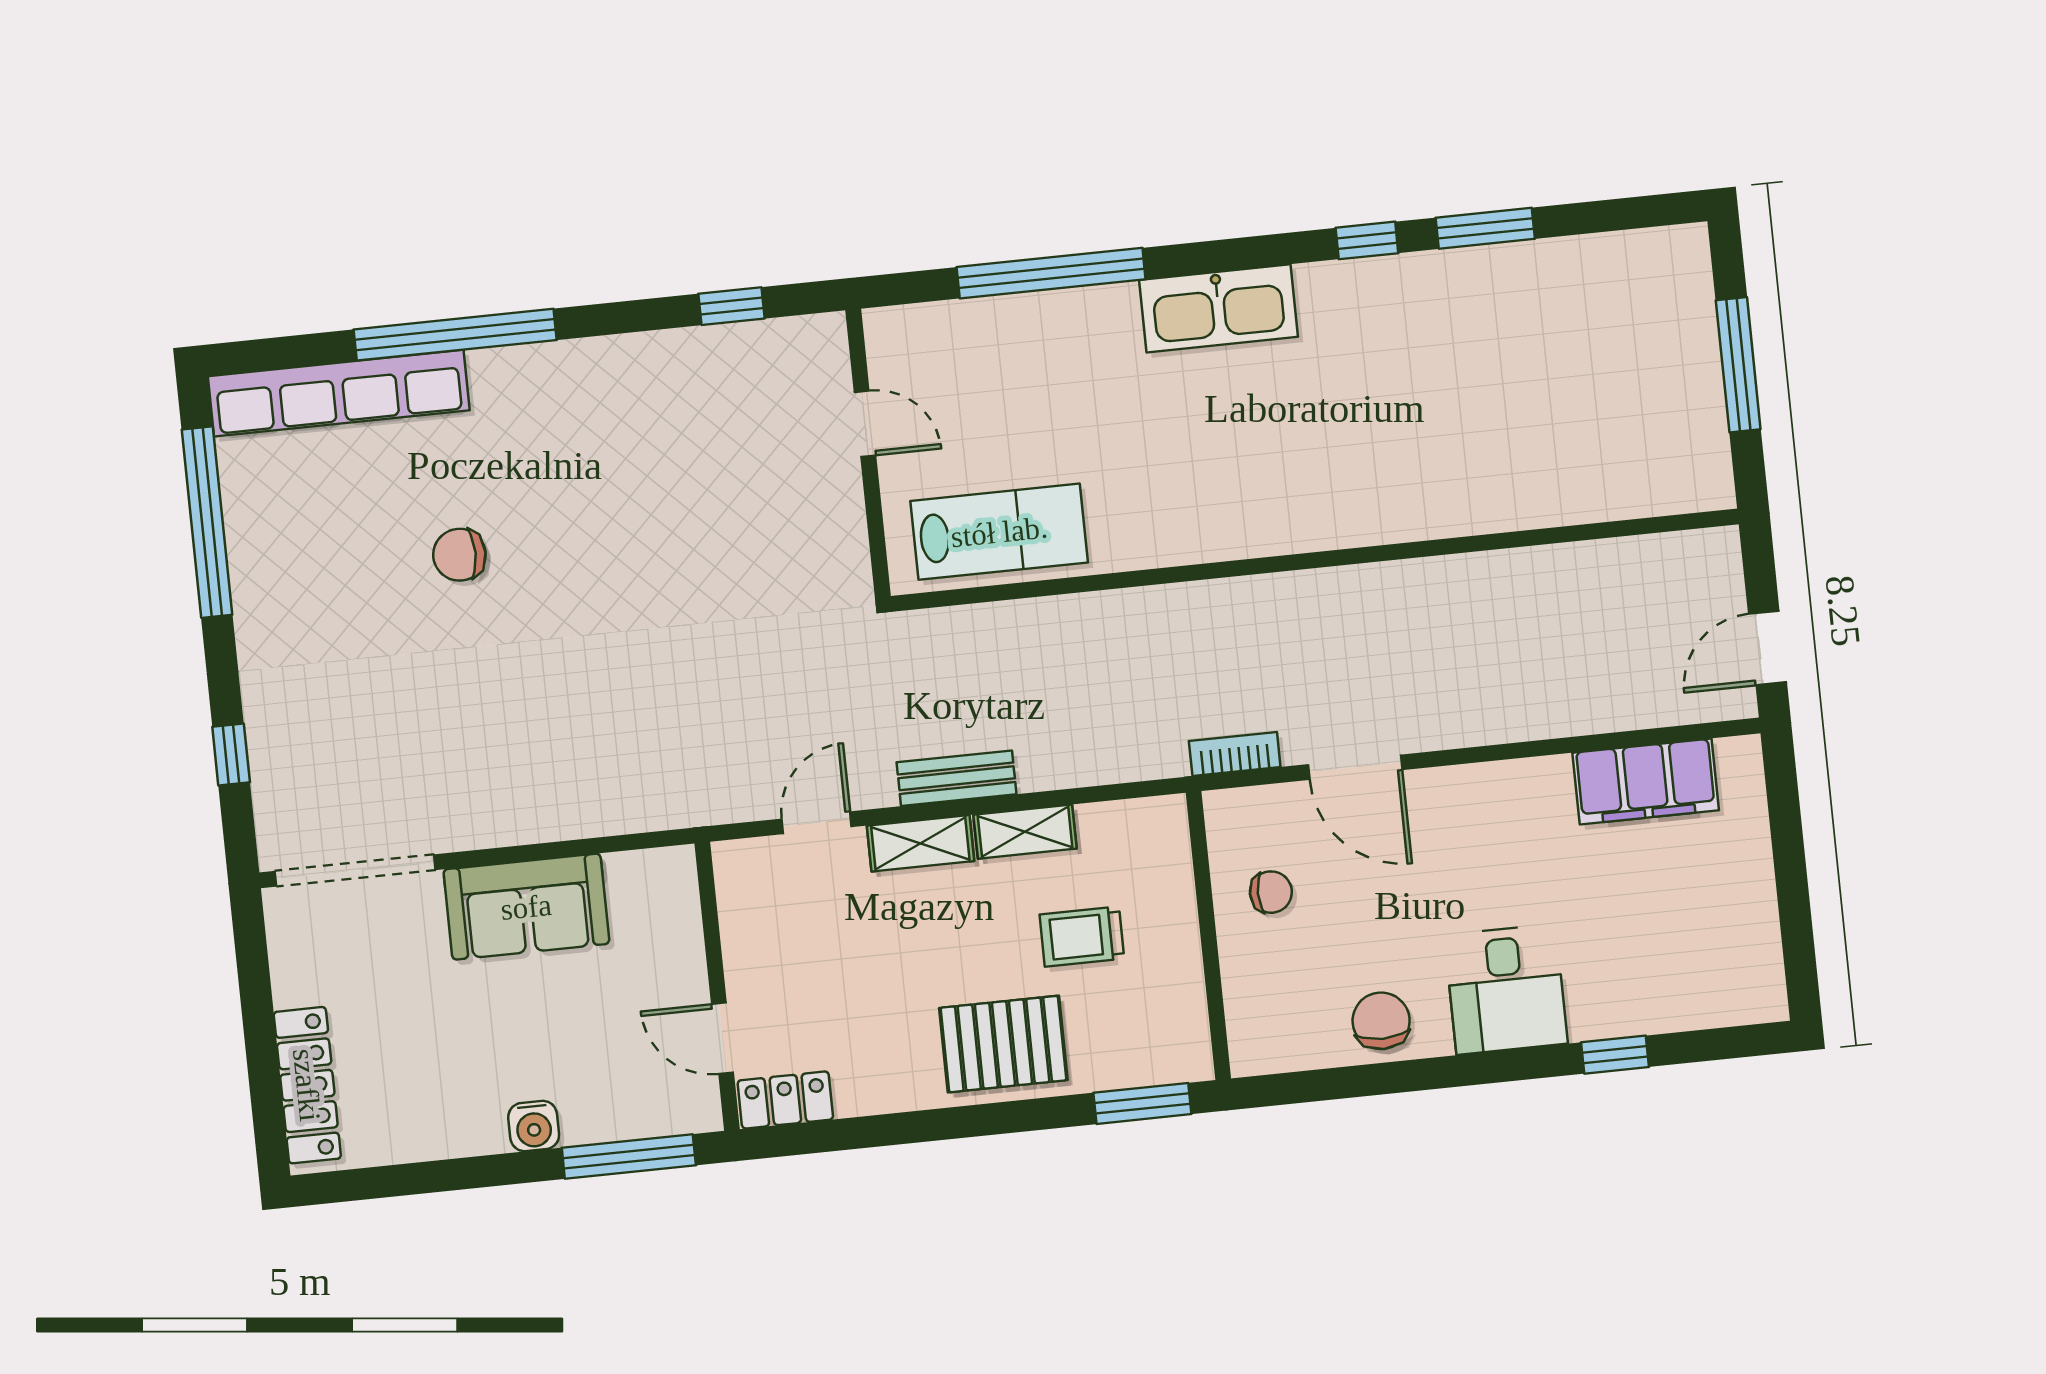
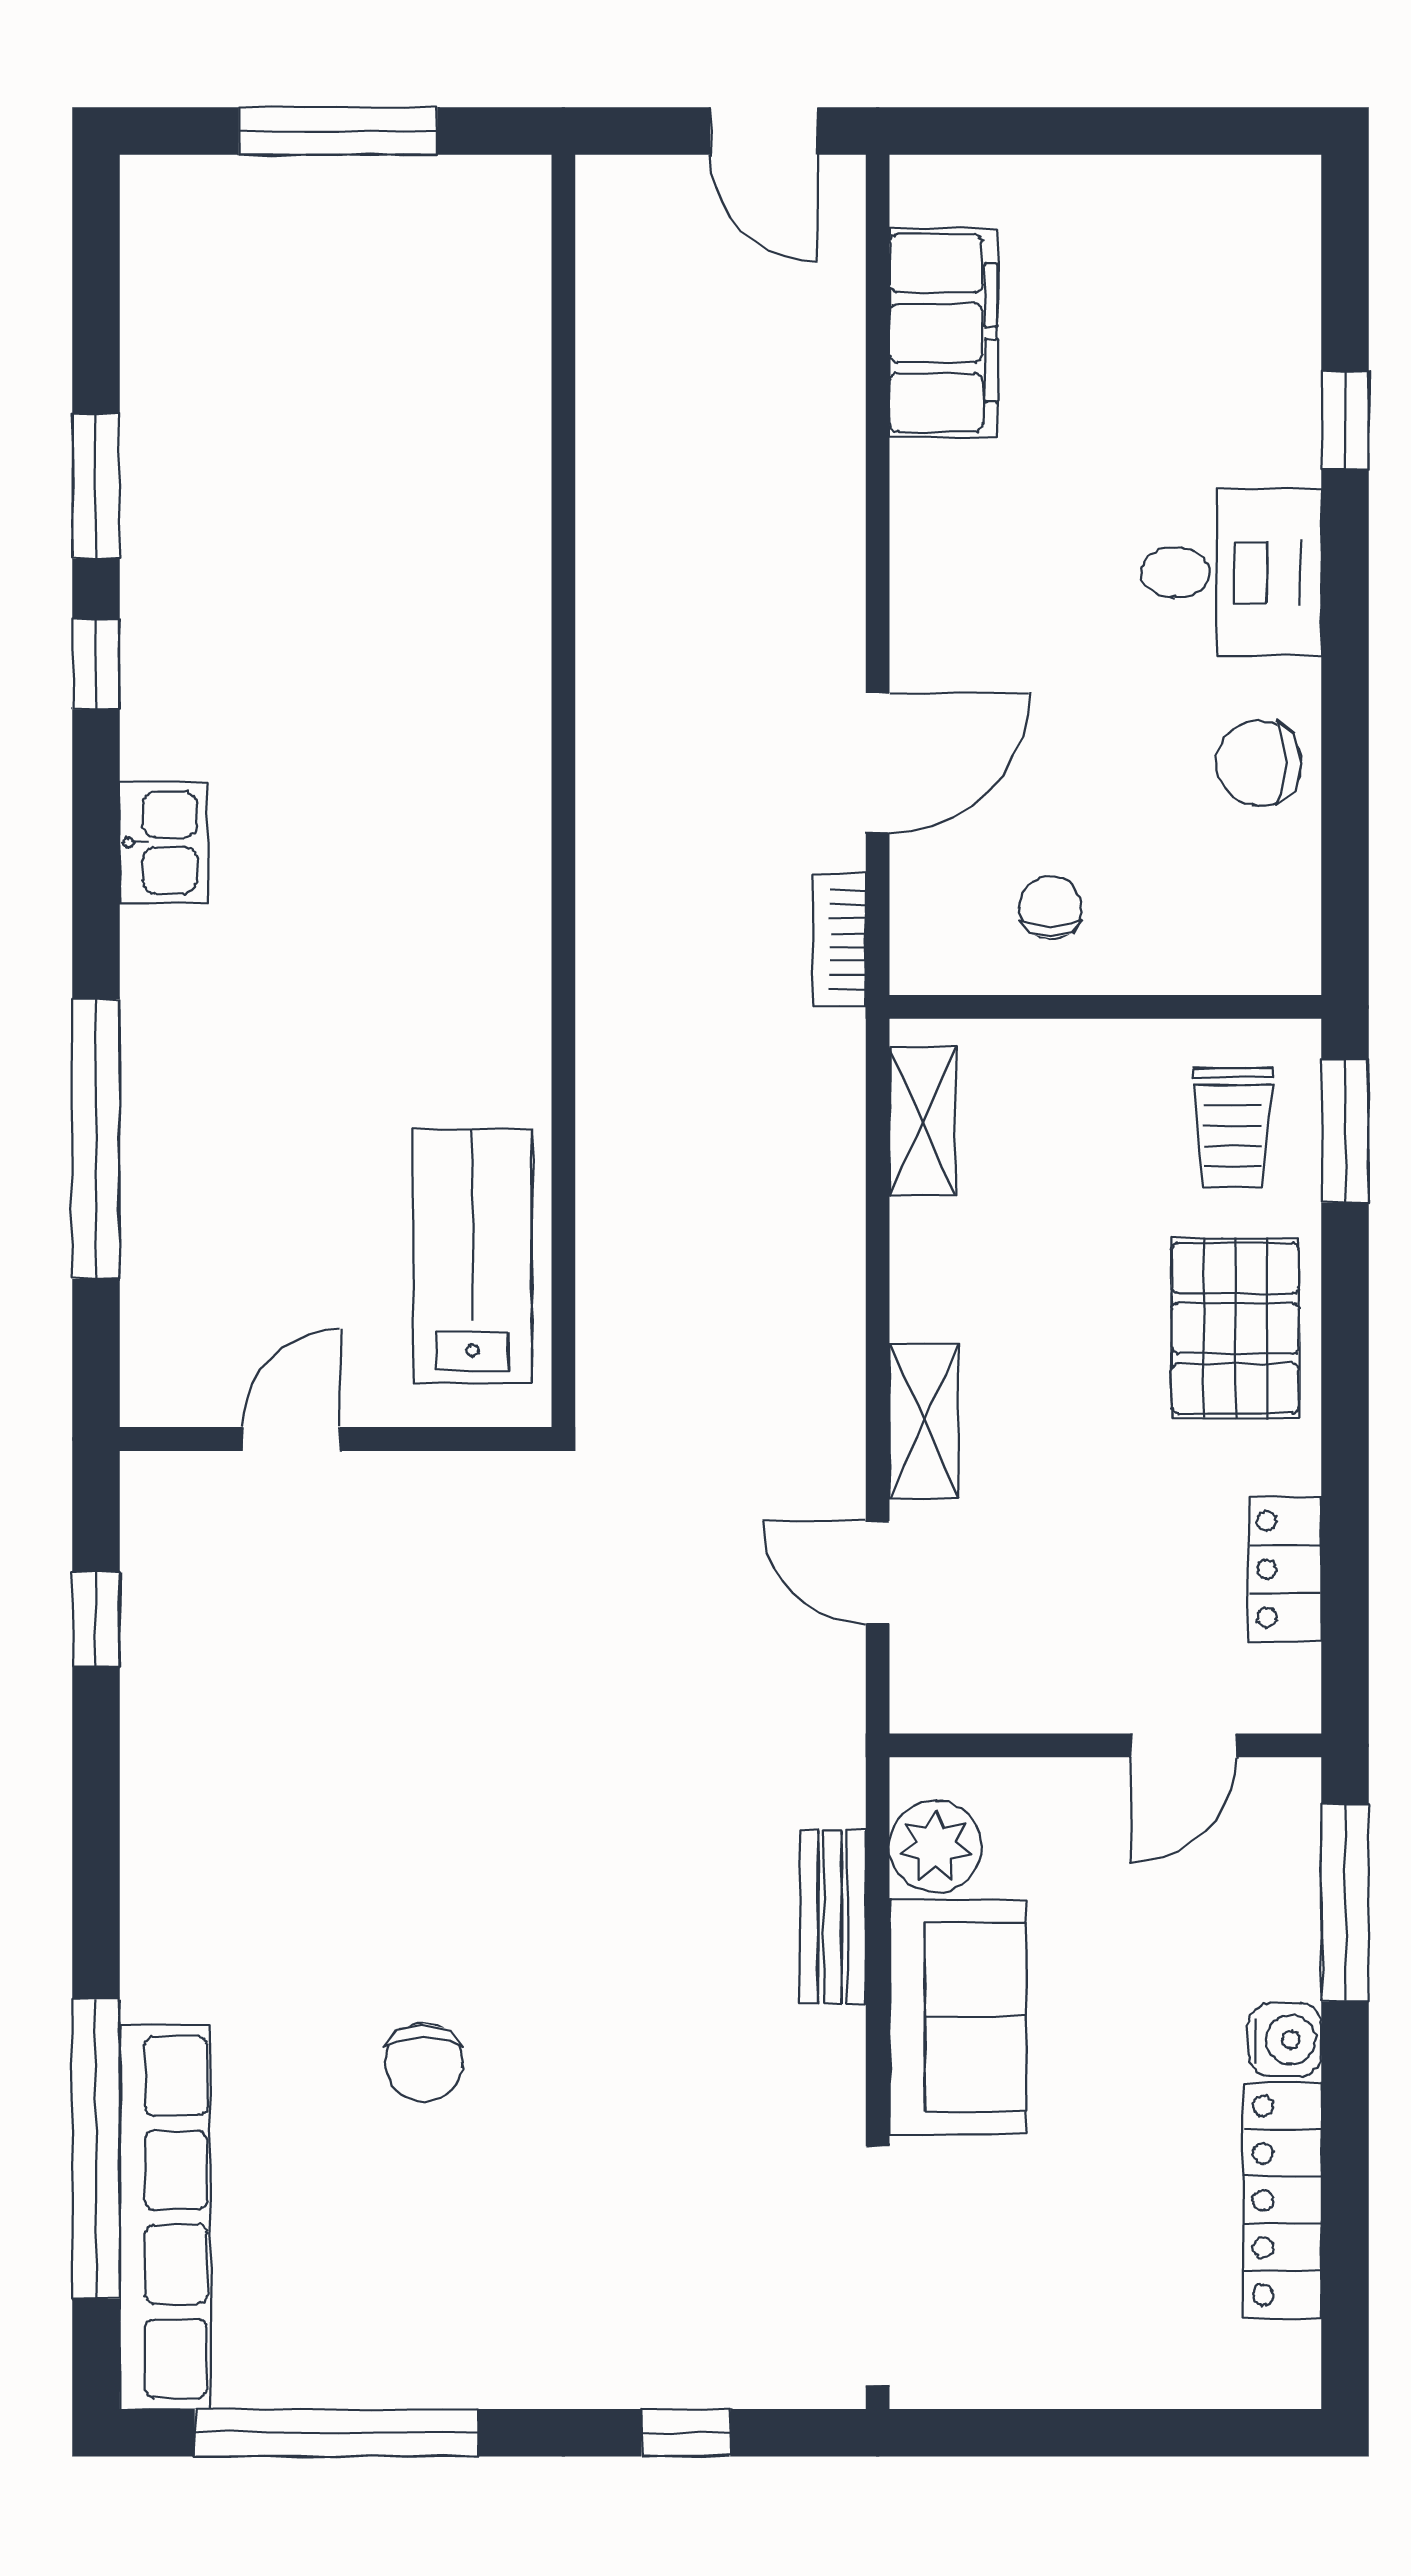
kitchen sink: (1218, 308) -> (164, 842), width x0.53, depth x0.81
window: (455, 335) -> (96, 2149), moved
bench: (957, 778) -> (833, 1917), moved
shelving: (1025, 832) -> (923, 1121), moved
plant: (638, 880) -> (936, 1847), added
trolley: (1082, 936) -> (1233, 1127), moved
locker: (307, 1085) -> (1282, 2200), moved, turned -90
locker: (785, 1100) -> (1285, 1569), moved

